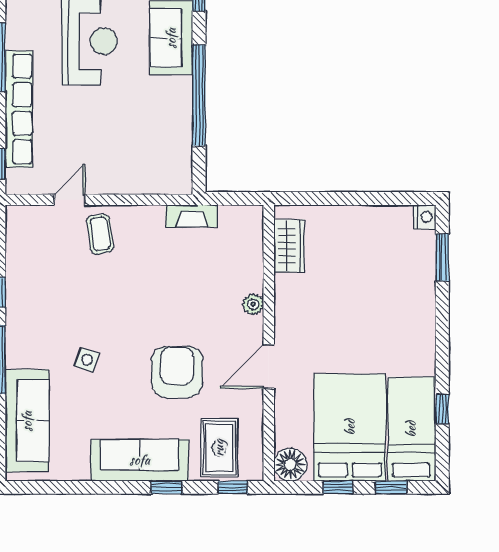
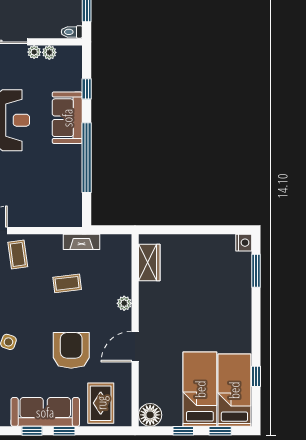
coffee table: (171, 276) -> (67, 283), added
bed: (350, 427) -> (200, 389), width x0.67
window: (233, 487) -> (32, 431), moved

